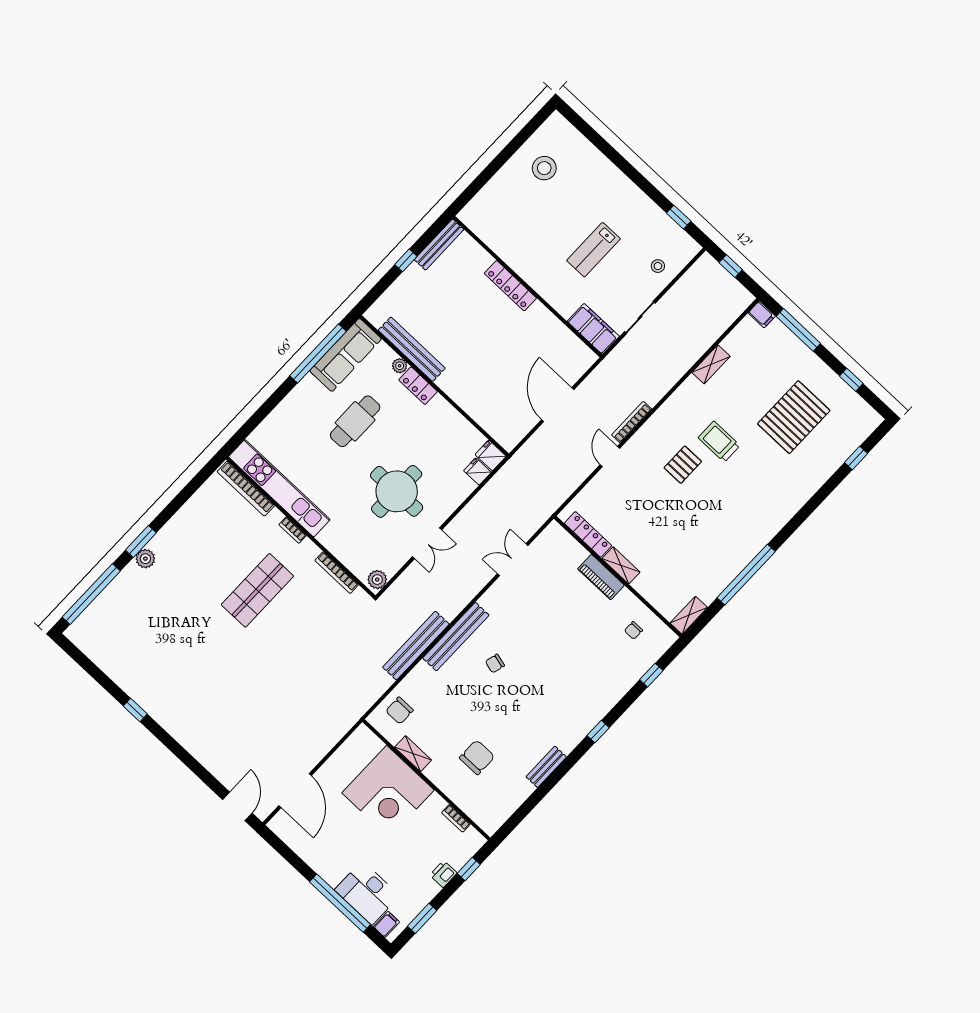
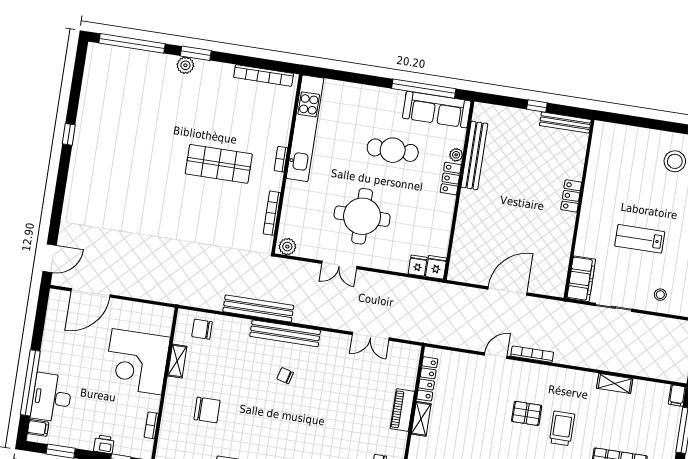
locker: (510, 286) -> (571, 196), width x0.66
bookcase: (246, 489) -> (264, 75), moved, turned -90
double door: (513, 560) -> (371, 336), swing flipped

